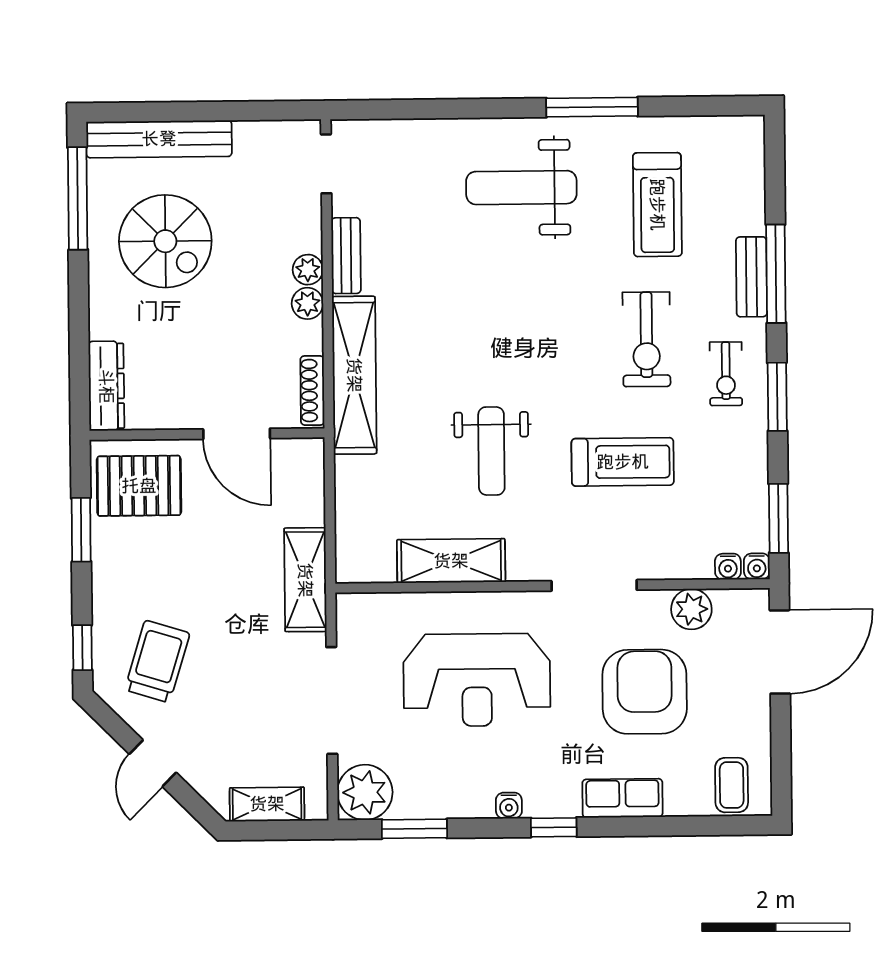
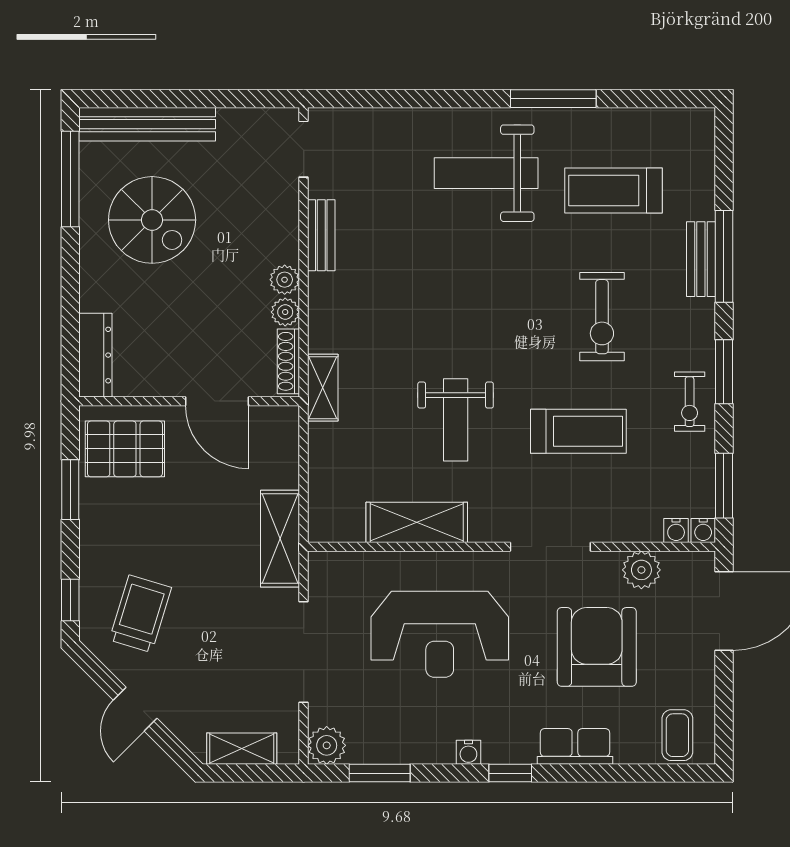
treadmill: (657, 205) -> (614, 190), turned 90
plant: (308, 270) -> (285, 312), moved
exercise bike: (726, 374) -> (690, 402), moved
shelving: (354, 375) -> (323, 388), width x0.45, depth x0.75
plant: (365, 792) -> (327, 745), width x0.73, depth x0.73

